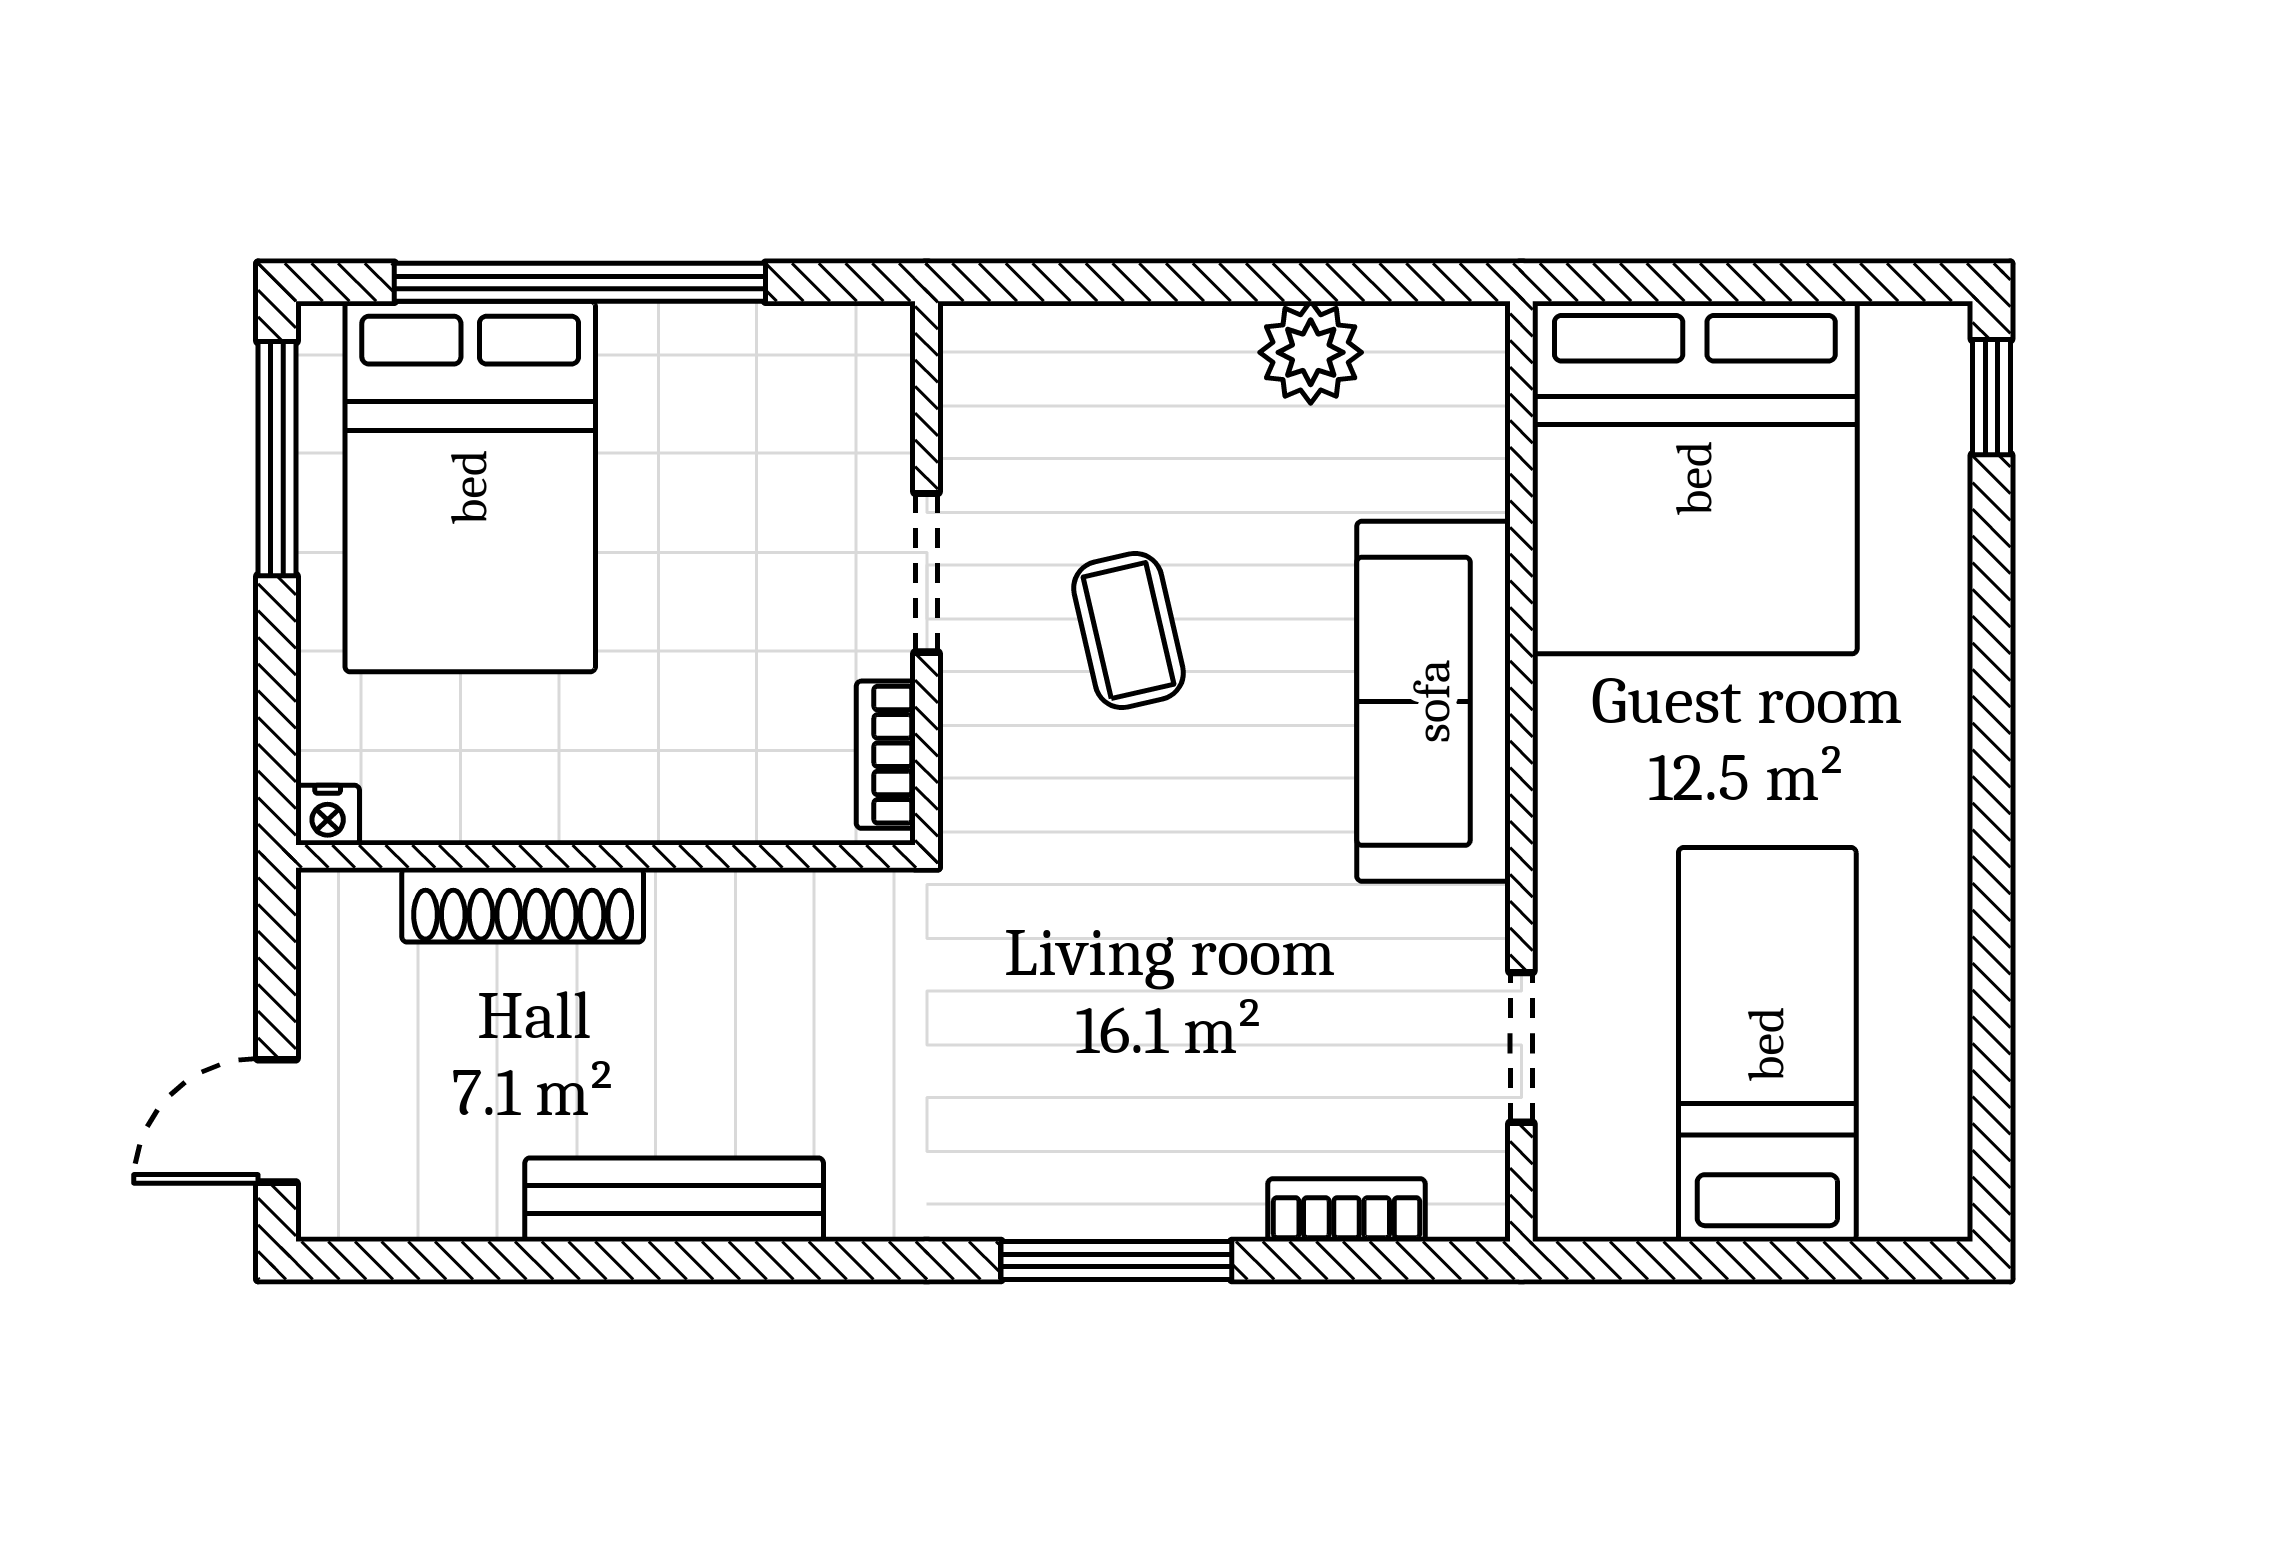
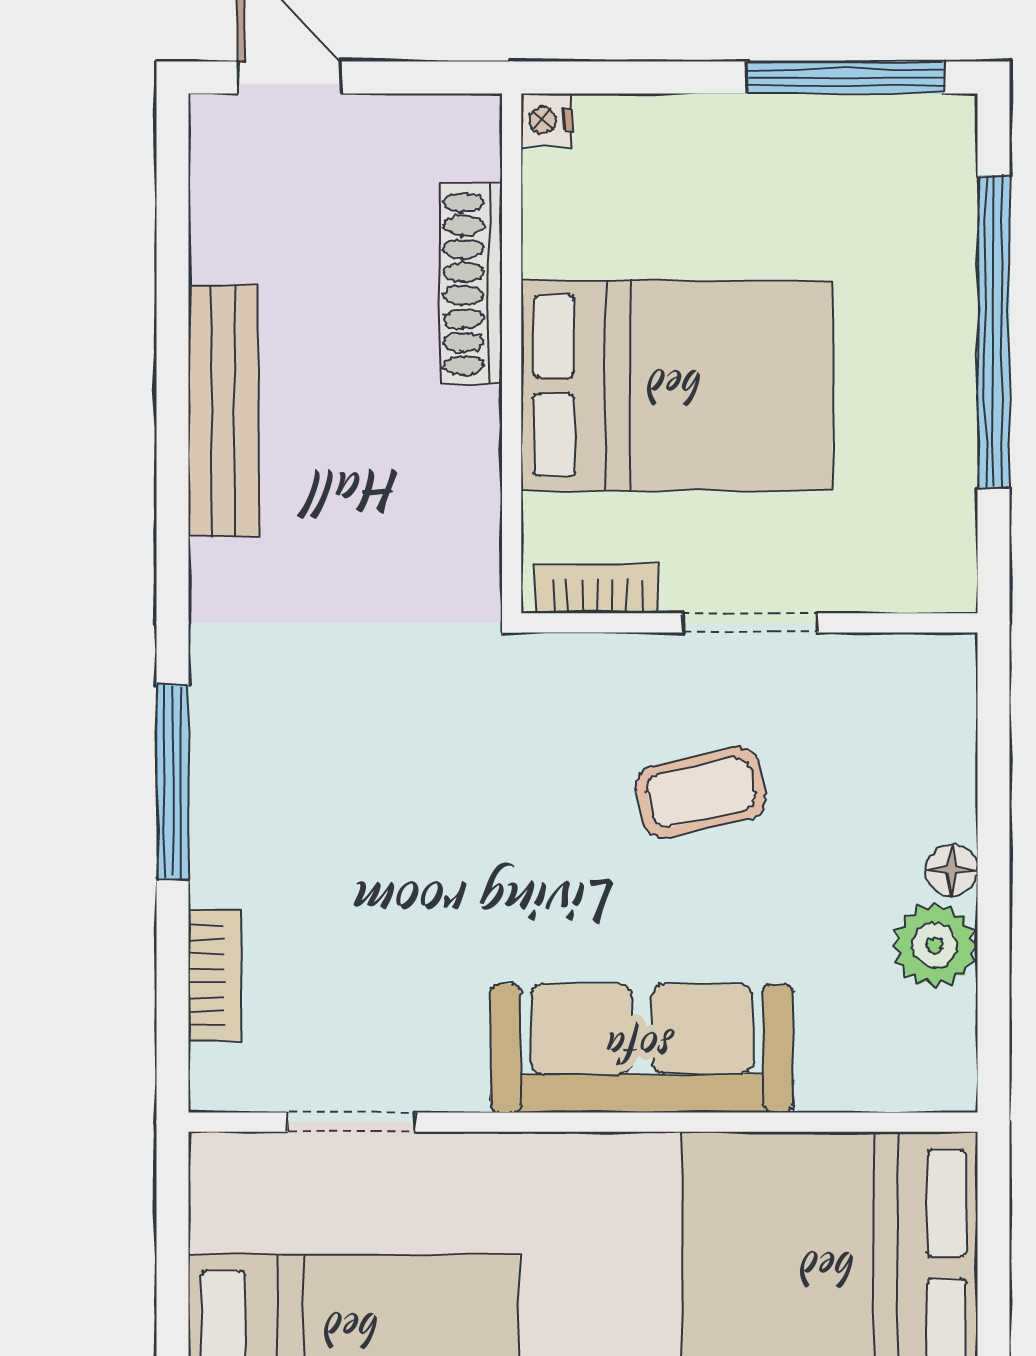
floor lamp: (1221, 332) -> (951, 870), added
bed: (470, 487) -> (677, 386), moved, turned 180

